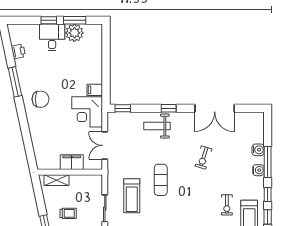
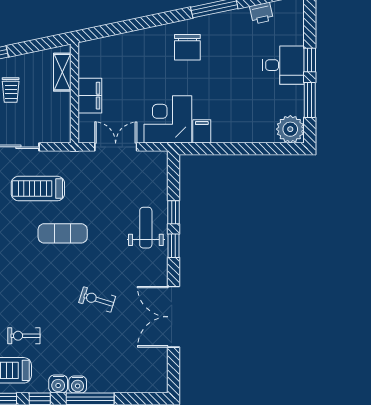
plant: (74, 33) -> (290, 129), moved
window: (123, 108) -> (173, 212), moved
water cooler: (258, 150) -> (58, 384), moved

